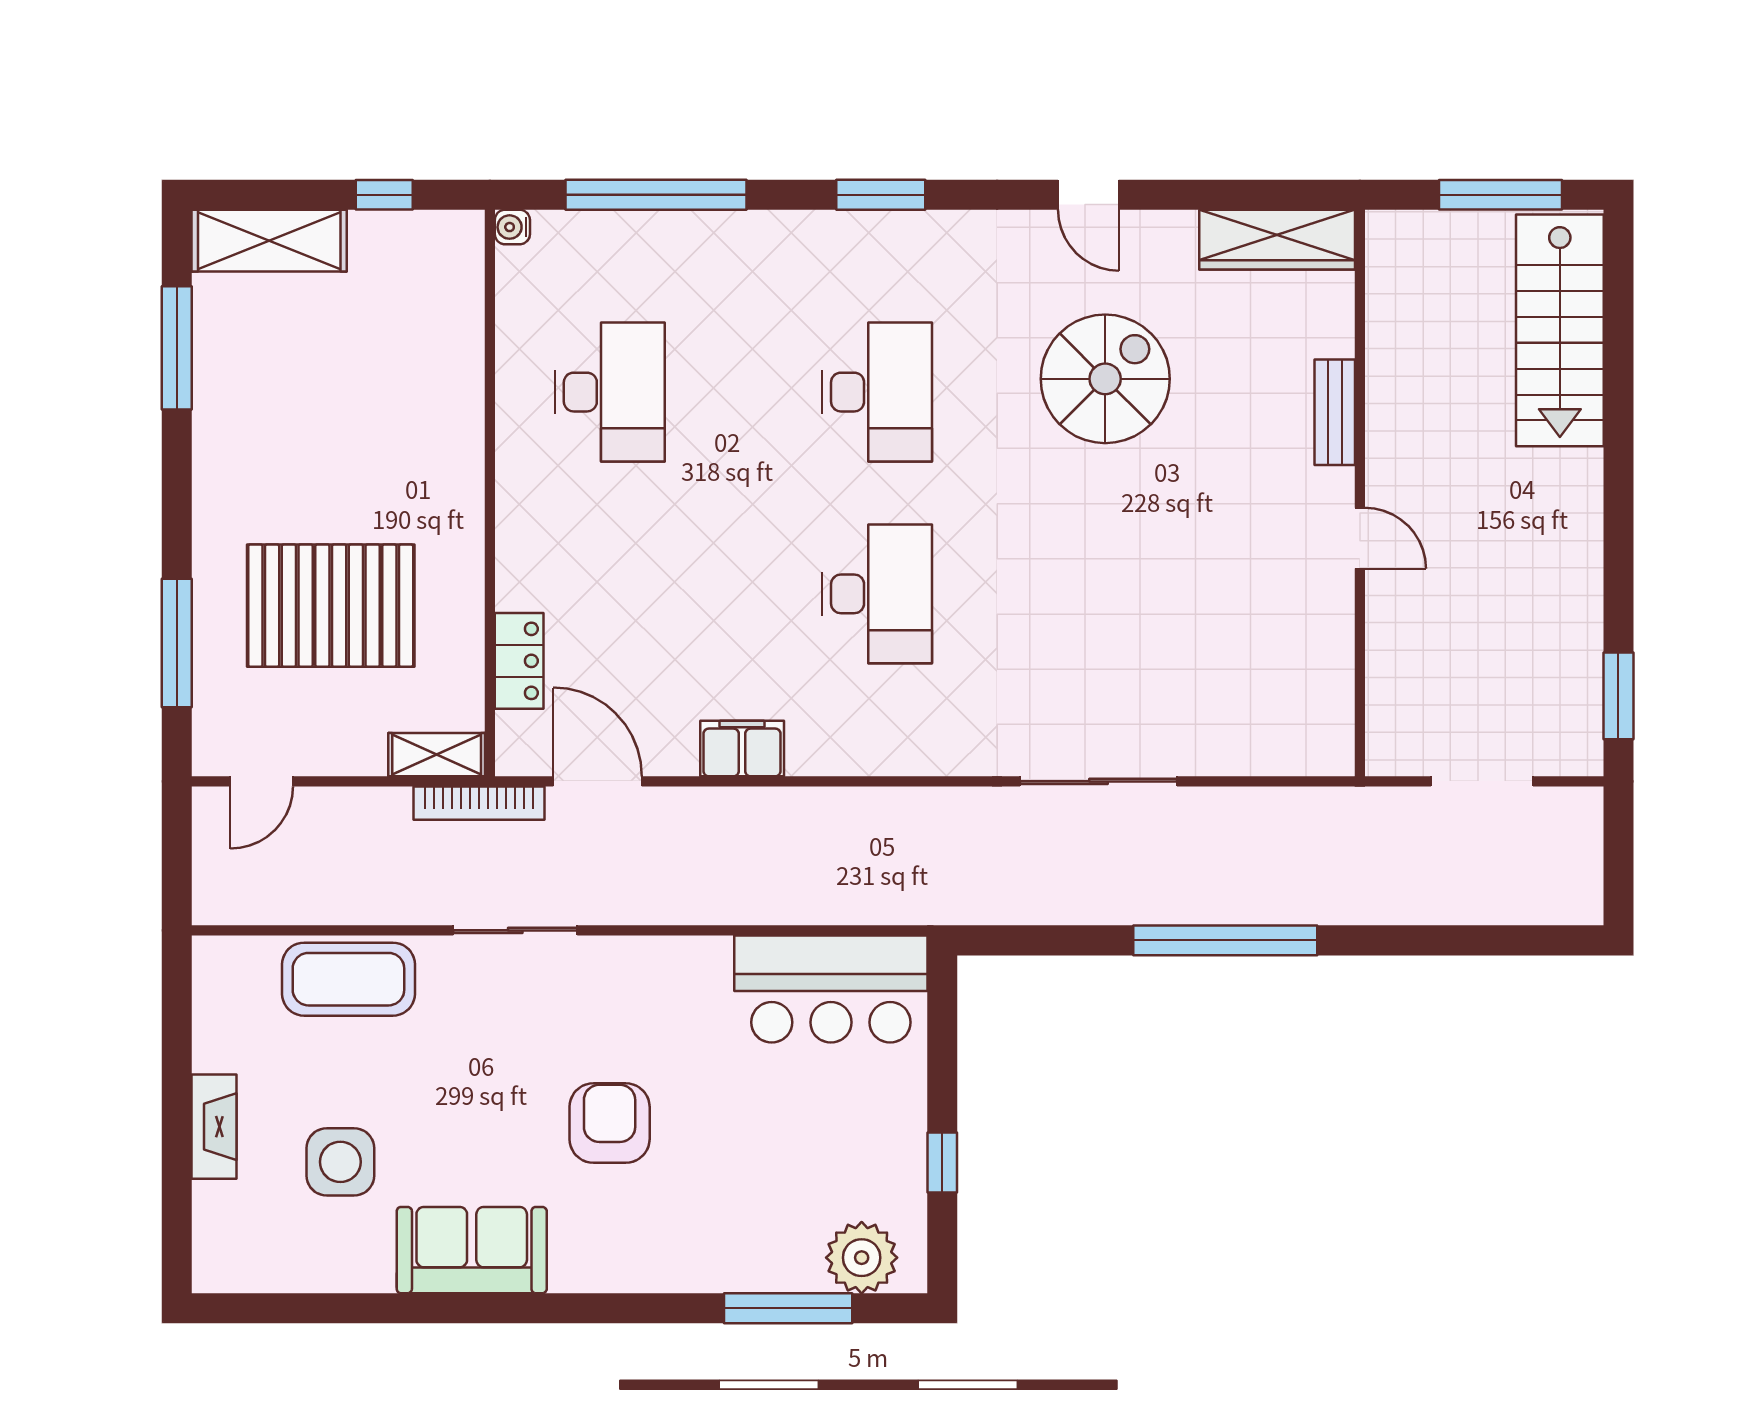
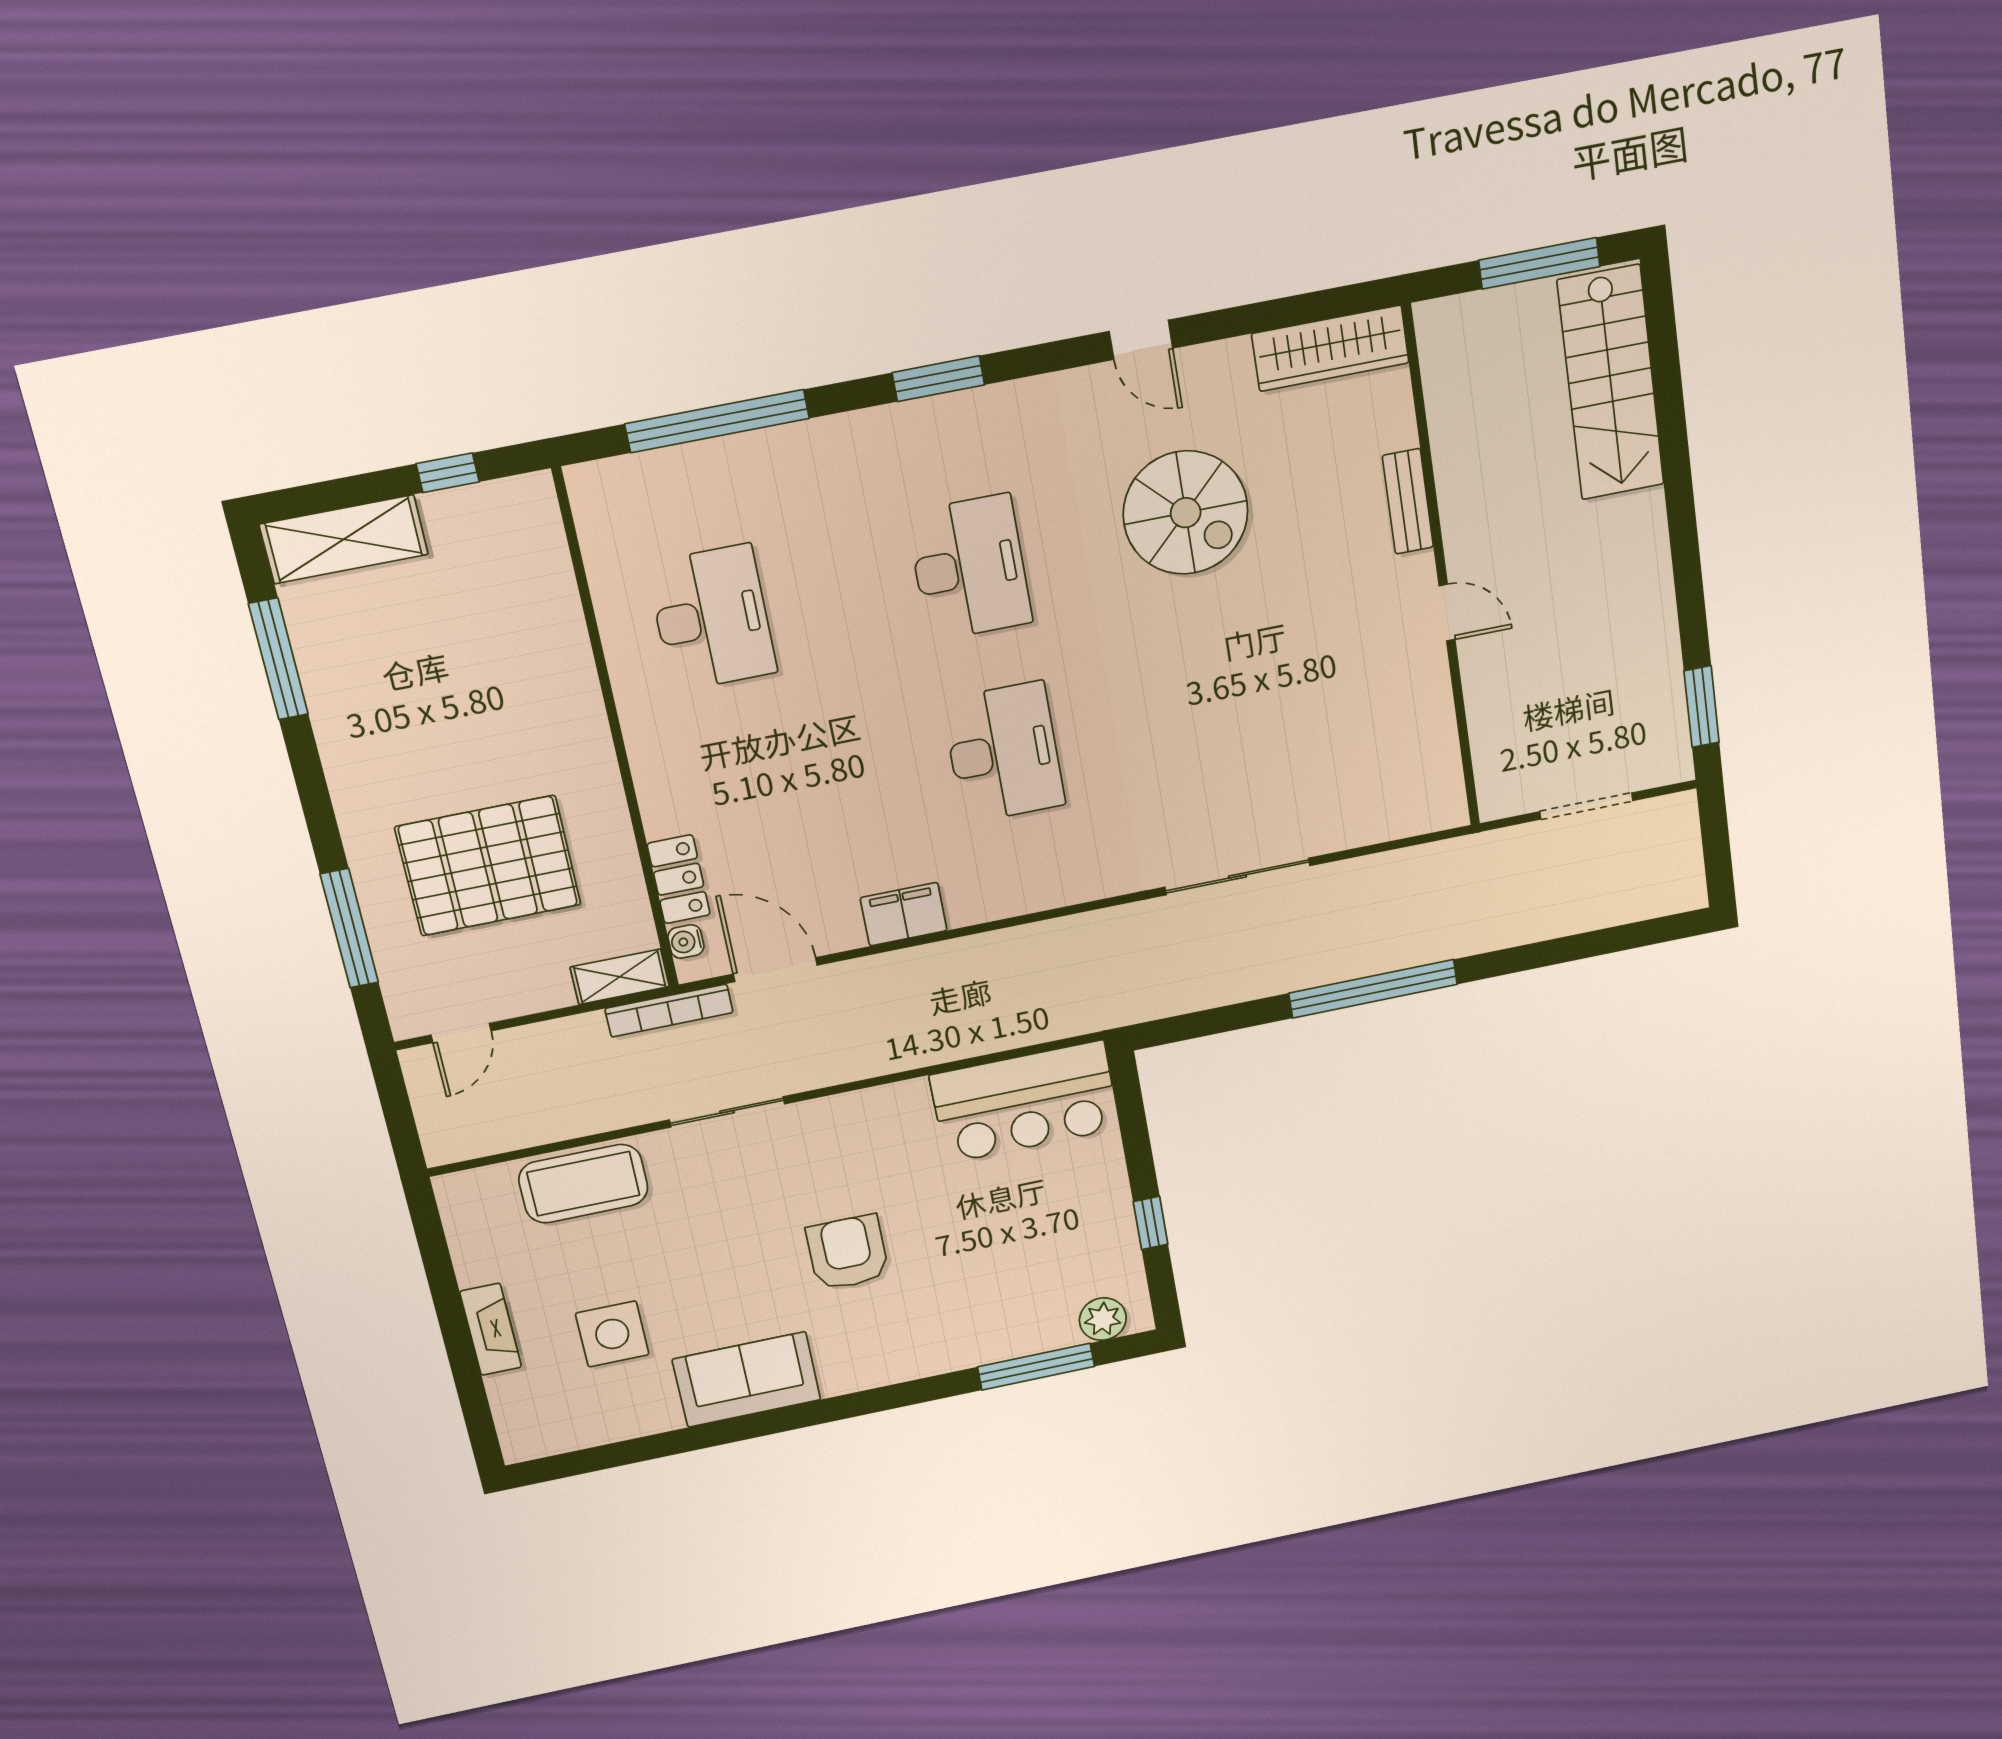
water cooler: (512, 227) -> (686, 941), moved
spiral stairs: (1105, 379) -> (1186, 513), turned 90
plant: (862, 1258) -> (1103, 1319), width x0.73, depth x0.73

